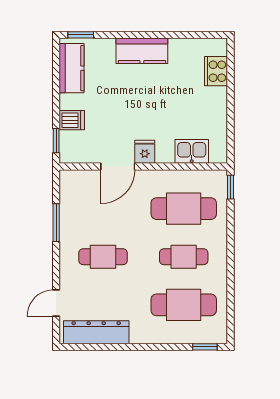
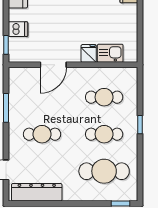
fridge: (145, 152) -> (89, 53), moved
window: (230, 187) -> (140, 125), moved
cafe table: (184, 209) -> (104, 97), width x0.73, depth x0.74

